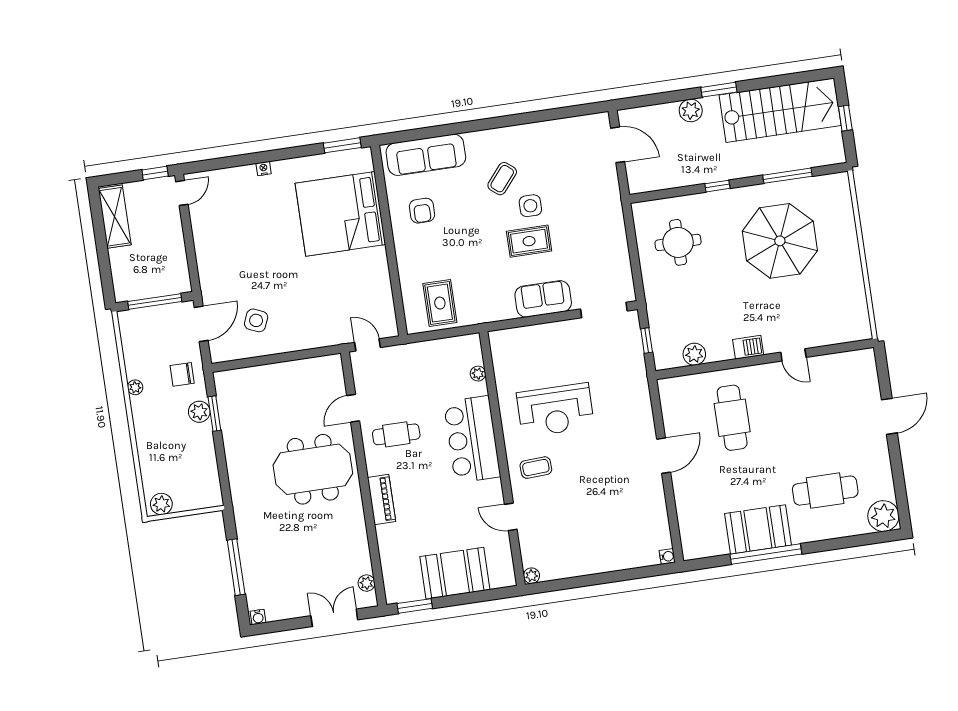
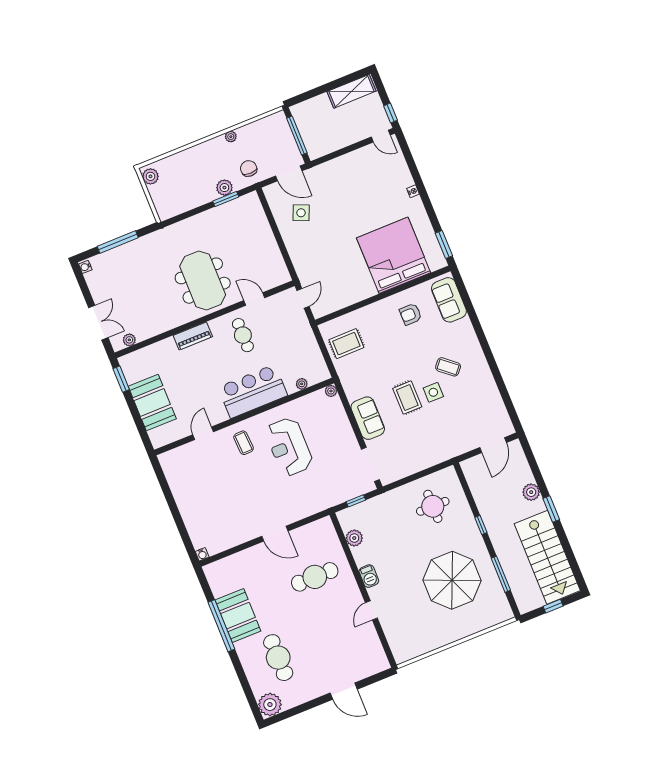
sofa: (426, 155) -> (449, 300), width x0.73
plant: (531, 576) -> (331, 391), moved

